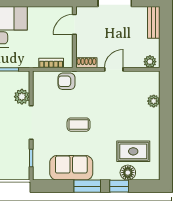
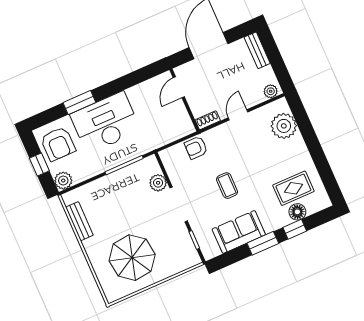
bookcase: (51, 63) -> (172, 136), removed
plant: (154, 101) -> (284, 126), width x1.88, depth x1.88
coffee table: (79, 125) -> (227, 186), turned 90

